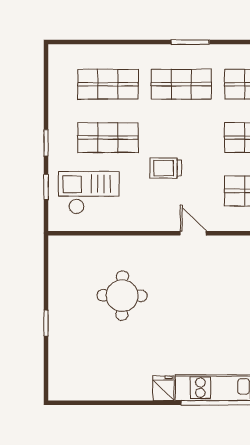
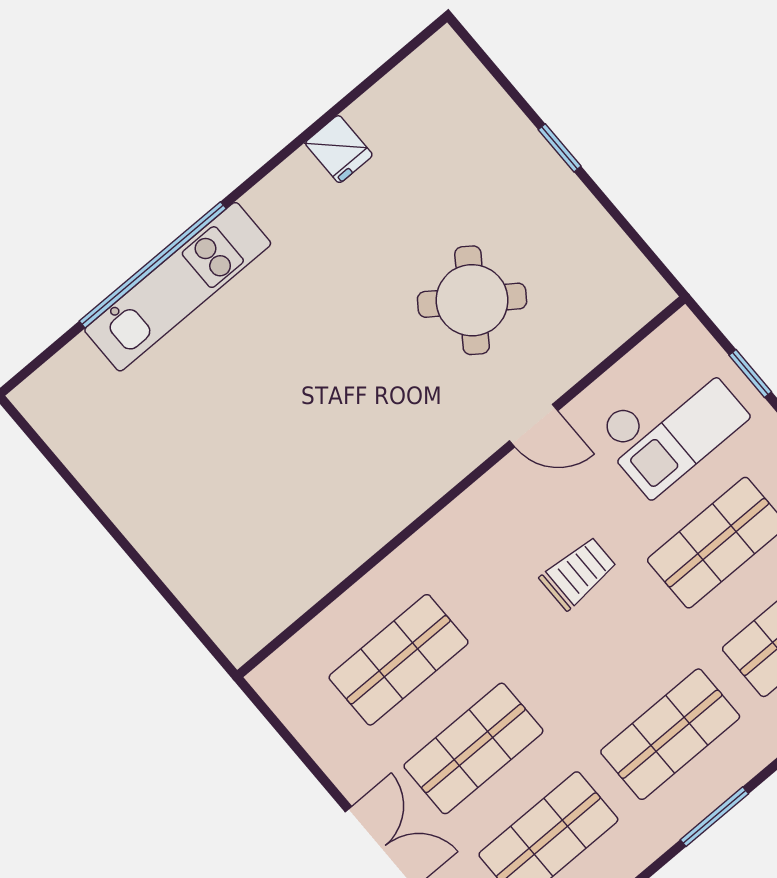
door: (193, 233) -> (534, 426), moved
round table: (122, 296) -> (472, 300), turned 34
fridge: (163, 388) -> (339, 149), moved

